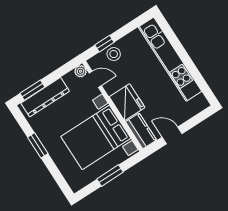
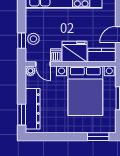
door: (95, 79) -> (43, 64), swing flipped
dishwasher: (112, 86) -> (56, 55), added
window: (38, 145) -> (98, 137), moved

